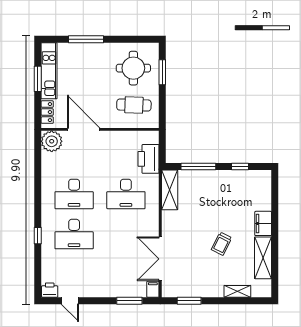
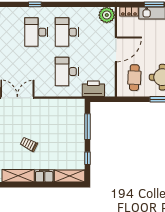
door: (84, 129) -> (116, 49), moved
shelving: (170, 190) -> (70, 176), moved

